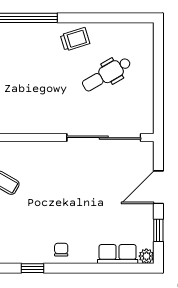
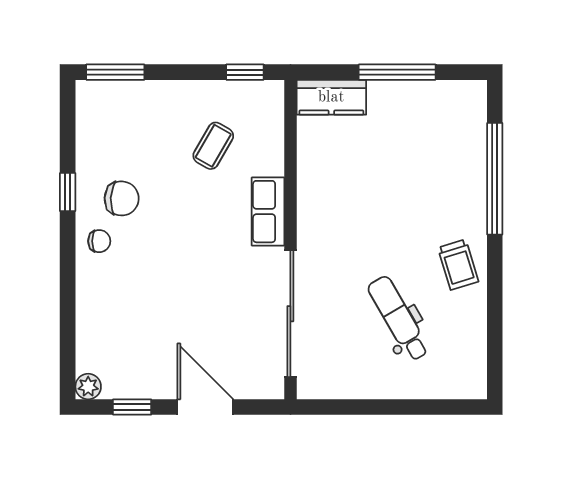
chair: (36, 237) -> (122, 198), added
row of seats: (118, 254) -> (268, 212), moved, turned 180

